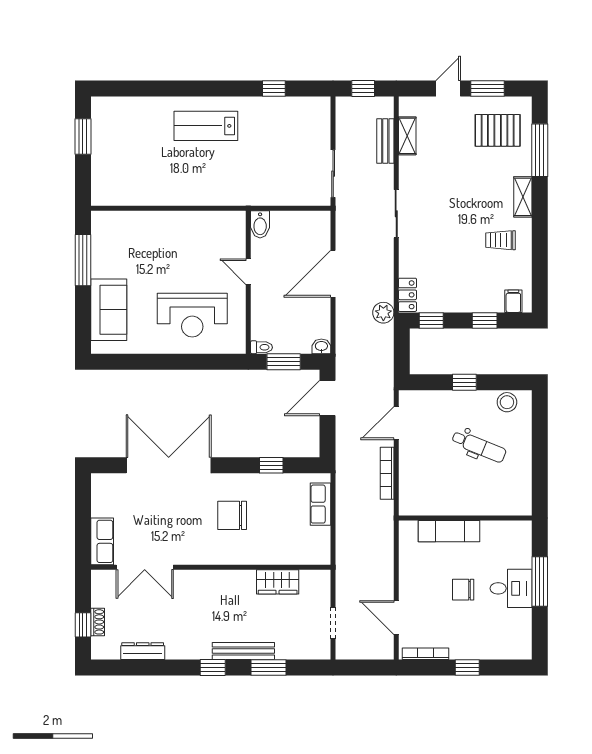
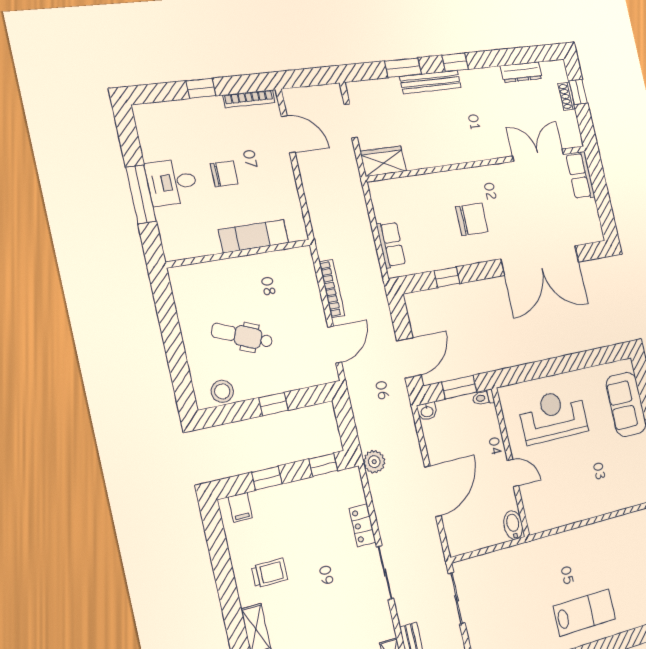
locker: (407, 295) -> (362, 525), moved
wardrobe: (278, 582) -> (383, 161), moved

